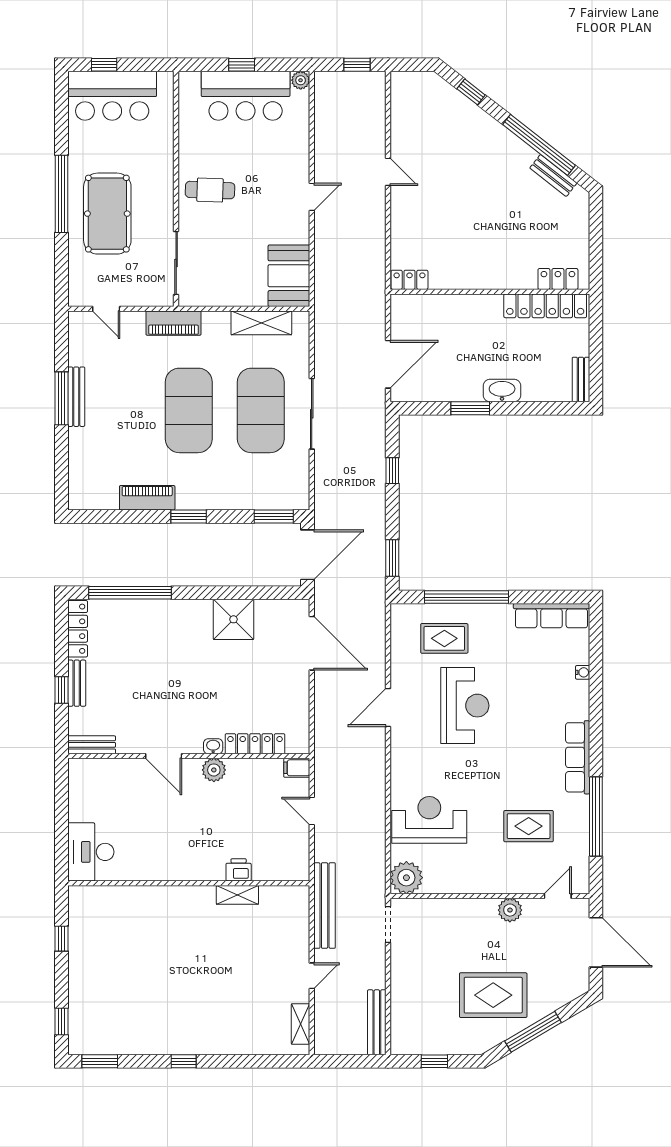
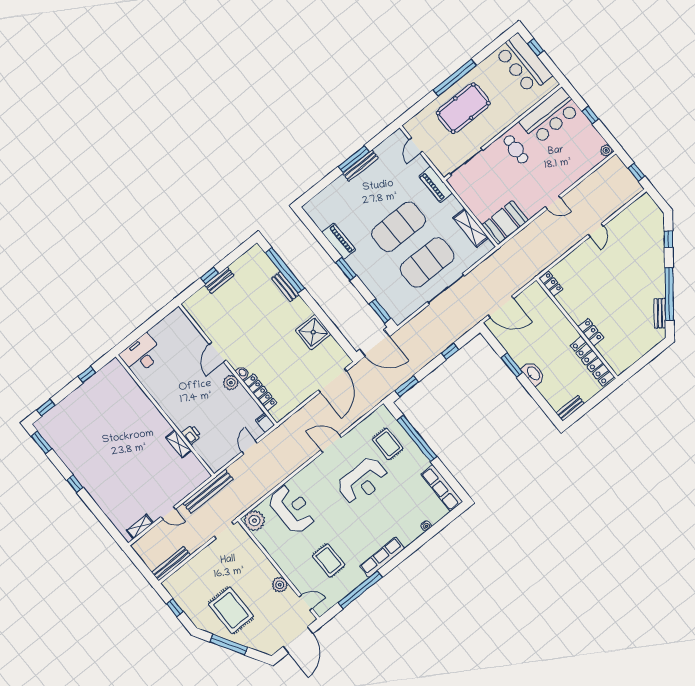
bar counter: (246, 96) -> (550, 116), moved, turned -90
locker: (558, 279) -> (591, 332), moved
locker: (78, 629) -> (246, 259), removed
bench: (92, 745) -> (285, 287), moved

